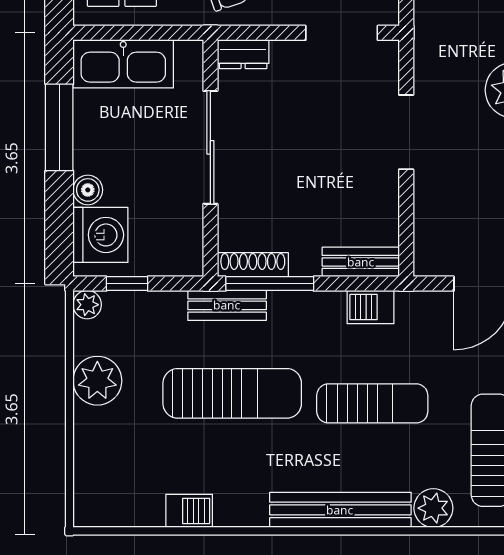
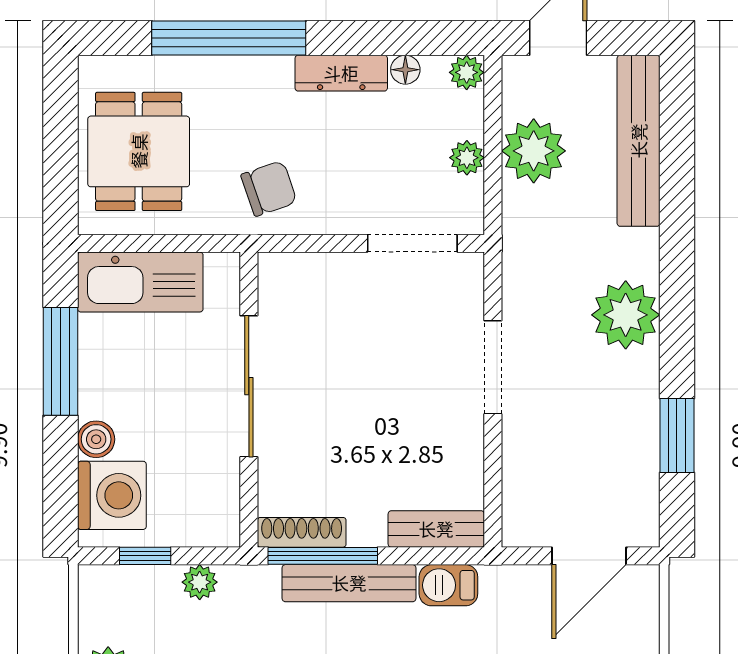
dresser: (243, 54) -> (290, 270), removed
plant: (87, 305) -> (200, 582), moved
bench: (227, 305) -> (349, 583), moved, width x1.36

